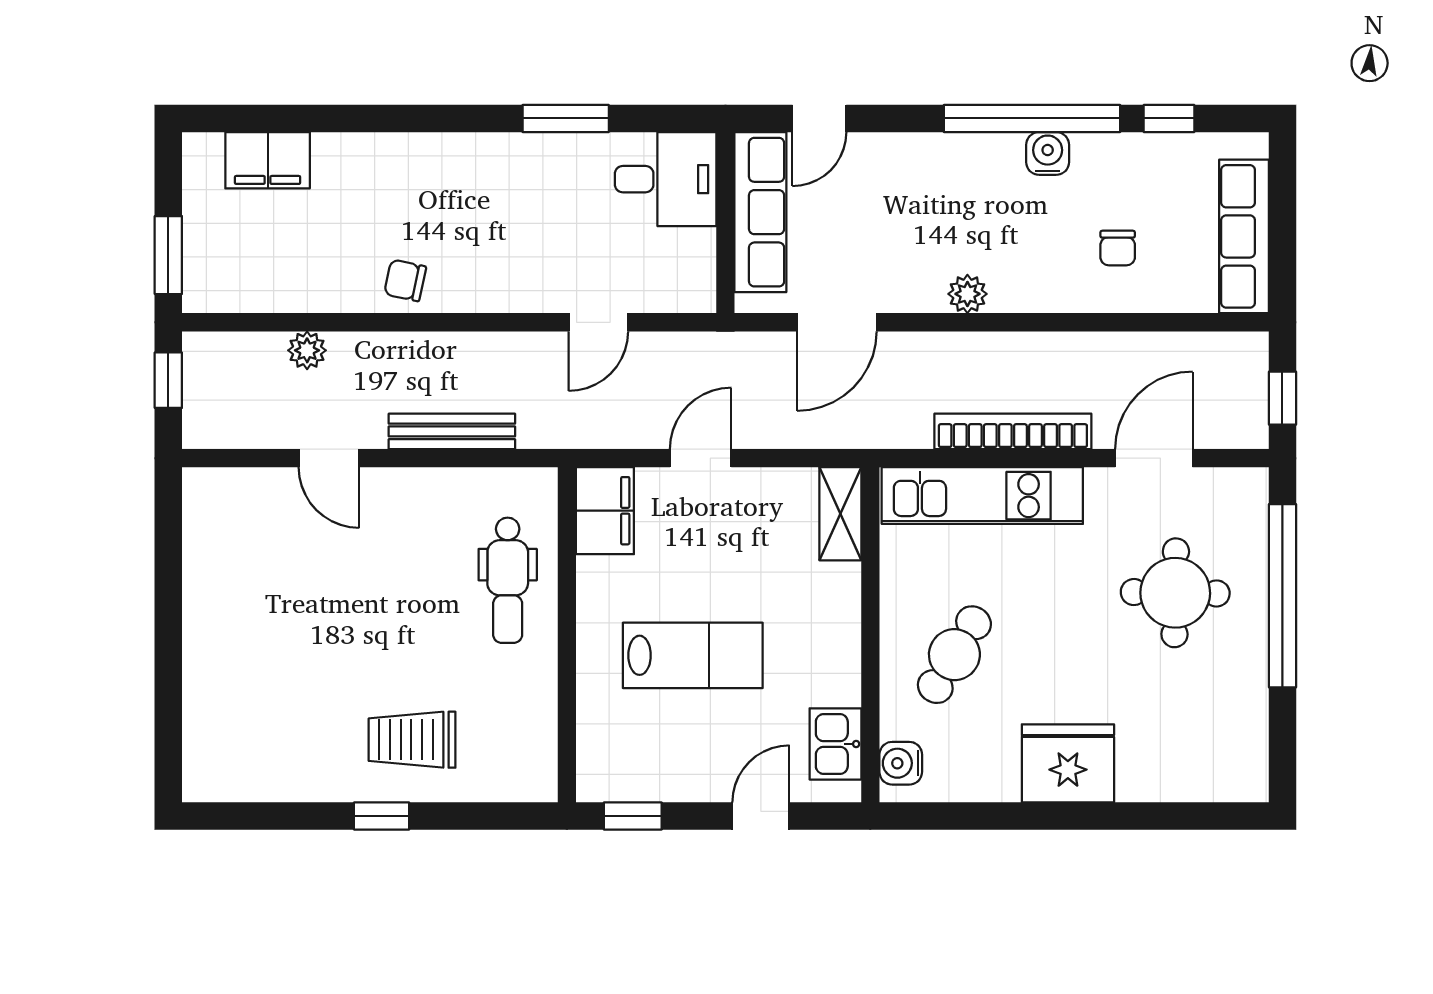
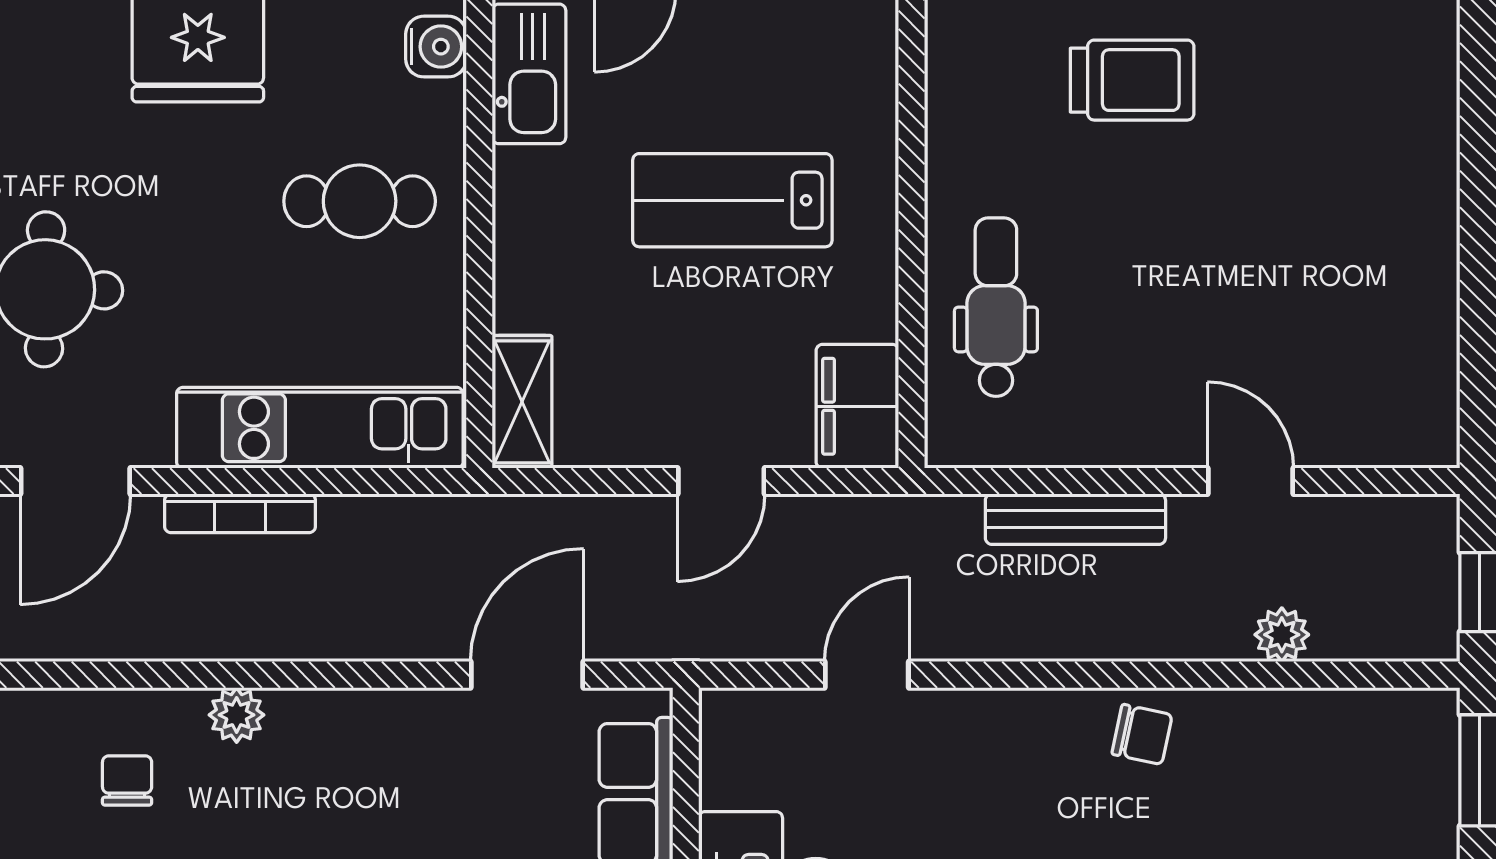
plant: (967, 294) -> (237, 715), moved
bookcase: (1013, 431) -> (240, 513), width x0.68, depth x0.76
cafe table: (954, 655) -> (360, 201), turned 59
kitchen sink: (835, 744) -> (529, 74), width x1.38

